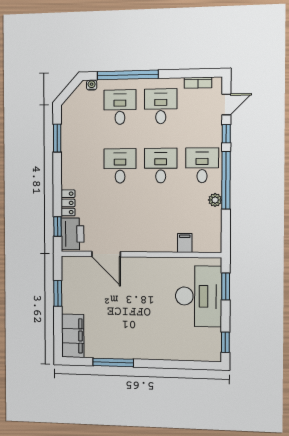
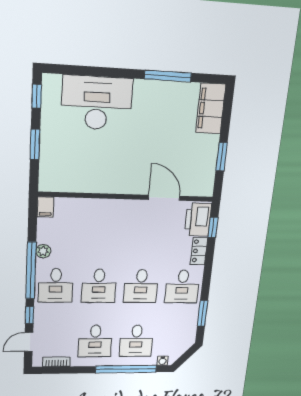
desk: (80, 166) -> (182, 287), added
filing cabinet: (185, 243) -> (45, 207), moved
window: (226, 286) -> (35, 144), moved
desk: (198, 296) -> (97, 103), moved, turned 90

